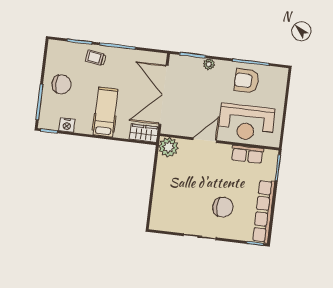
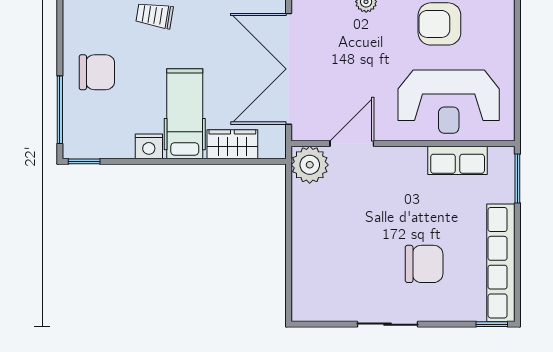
nightstand: (67, 125) -> (149, 146), moved
wardrobe: (144, 133) -> (232, 144), moved
door: (205, 140) -> (352, 144), moved

